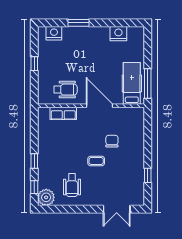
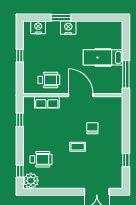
nightstand: (118, 34) -> (68, 28), moved
hospital bed: (132, 83) -> (103, 57), moved, turned -90
window: (34, 161) -> (20, 120), moved
wheelchair: (72, 185) -> (41, 159), moved, turned -90

